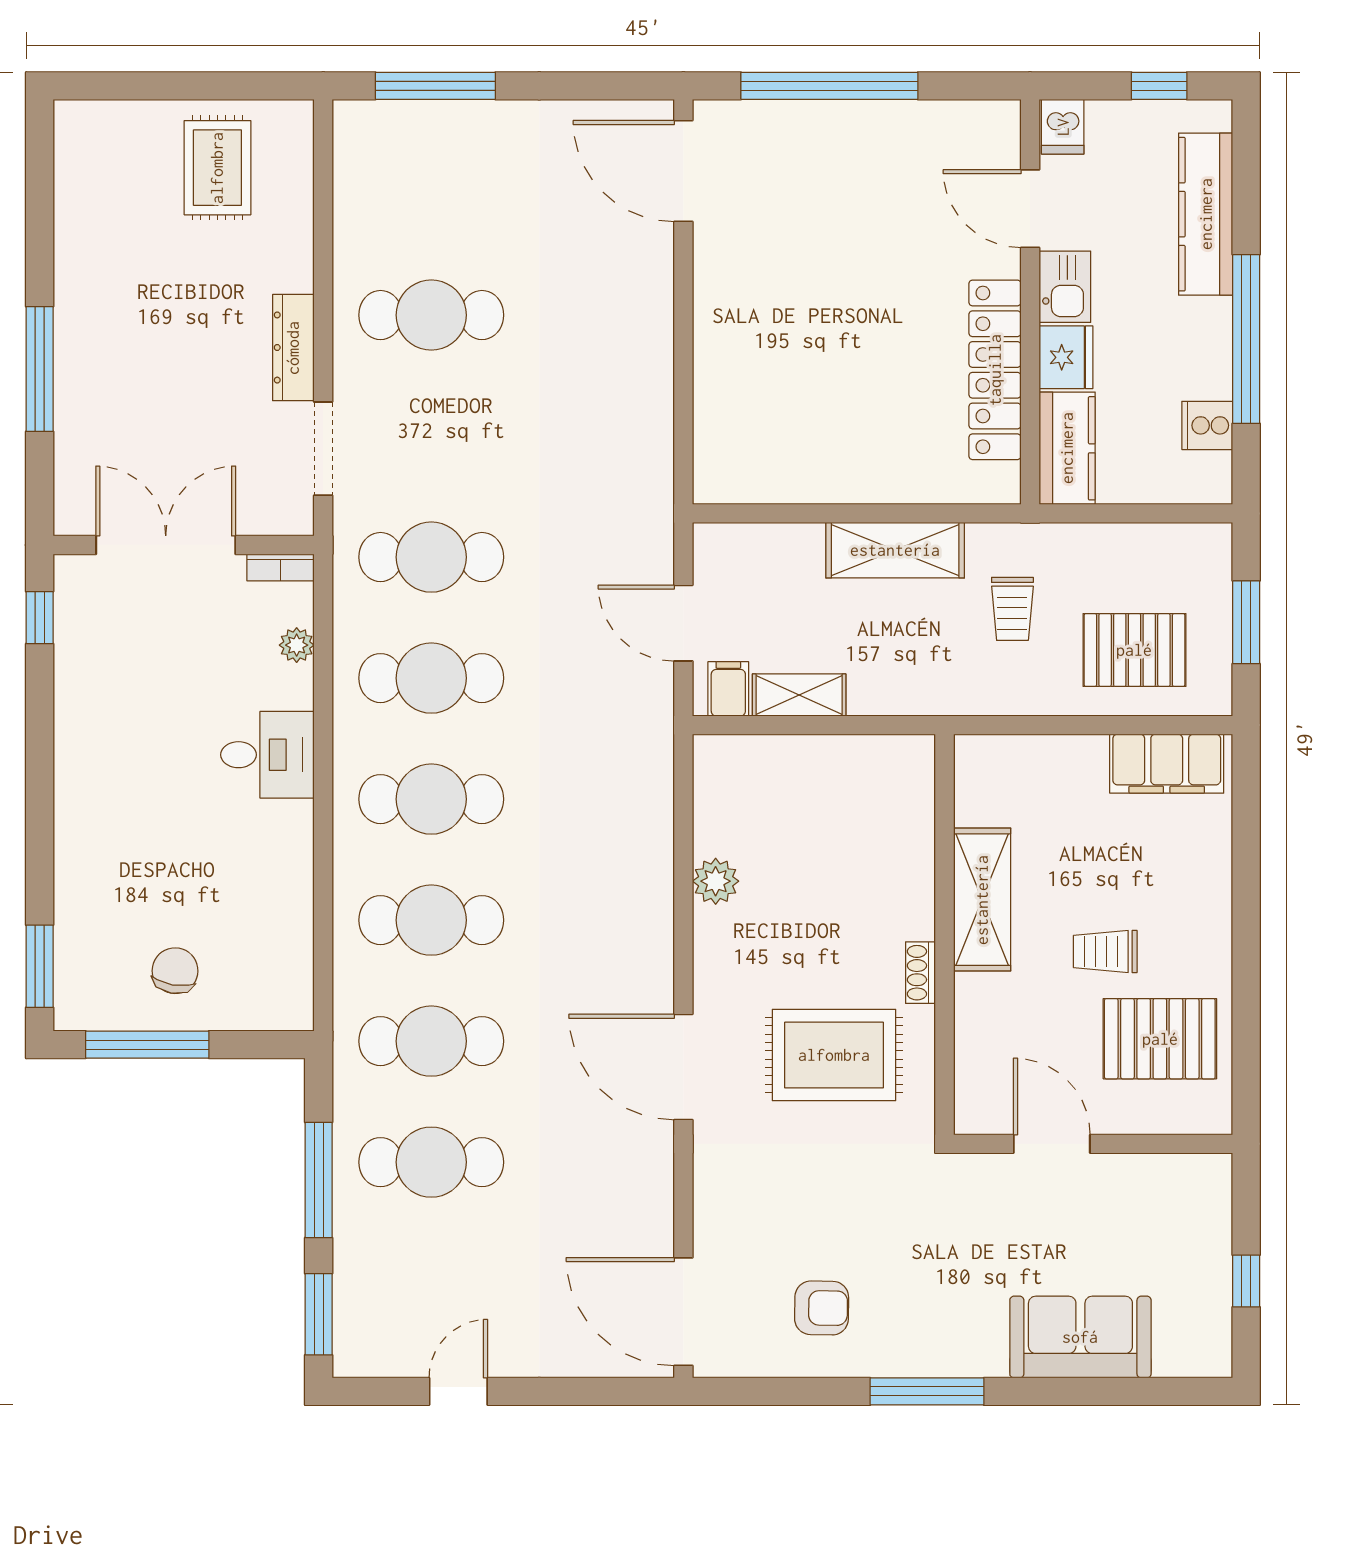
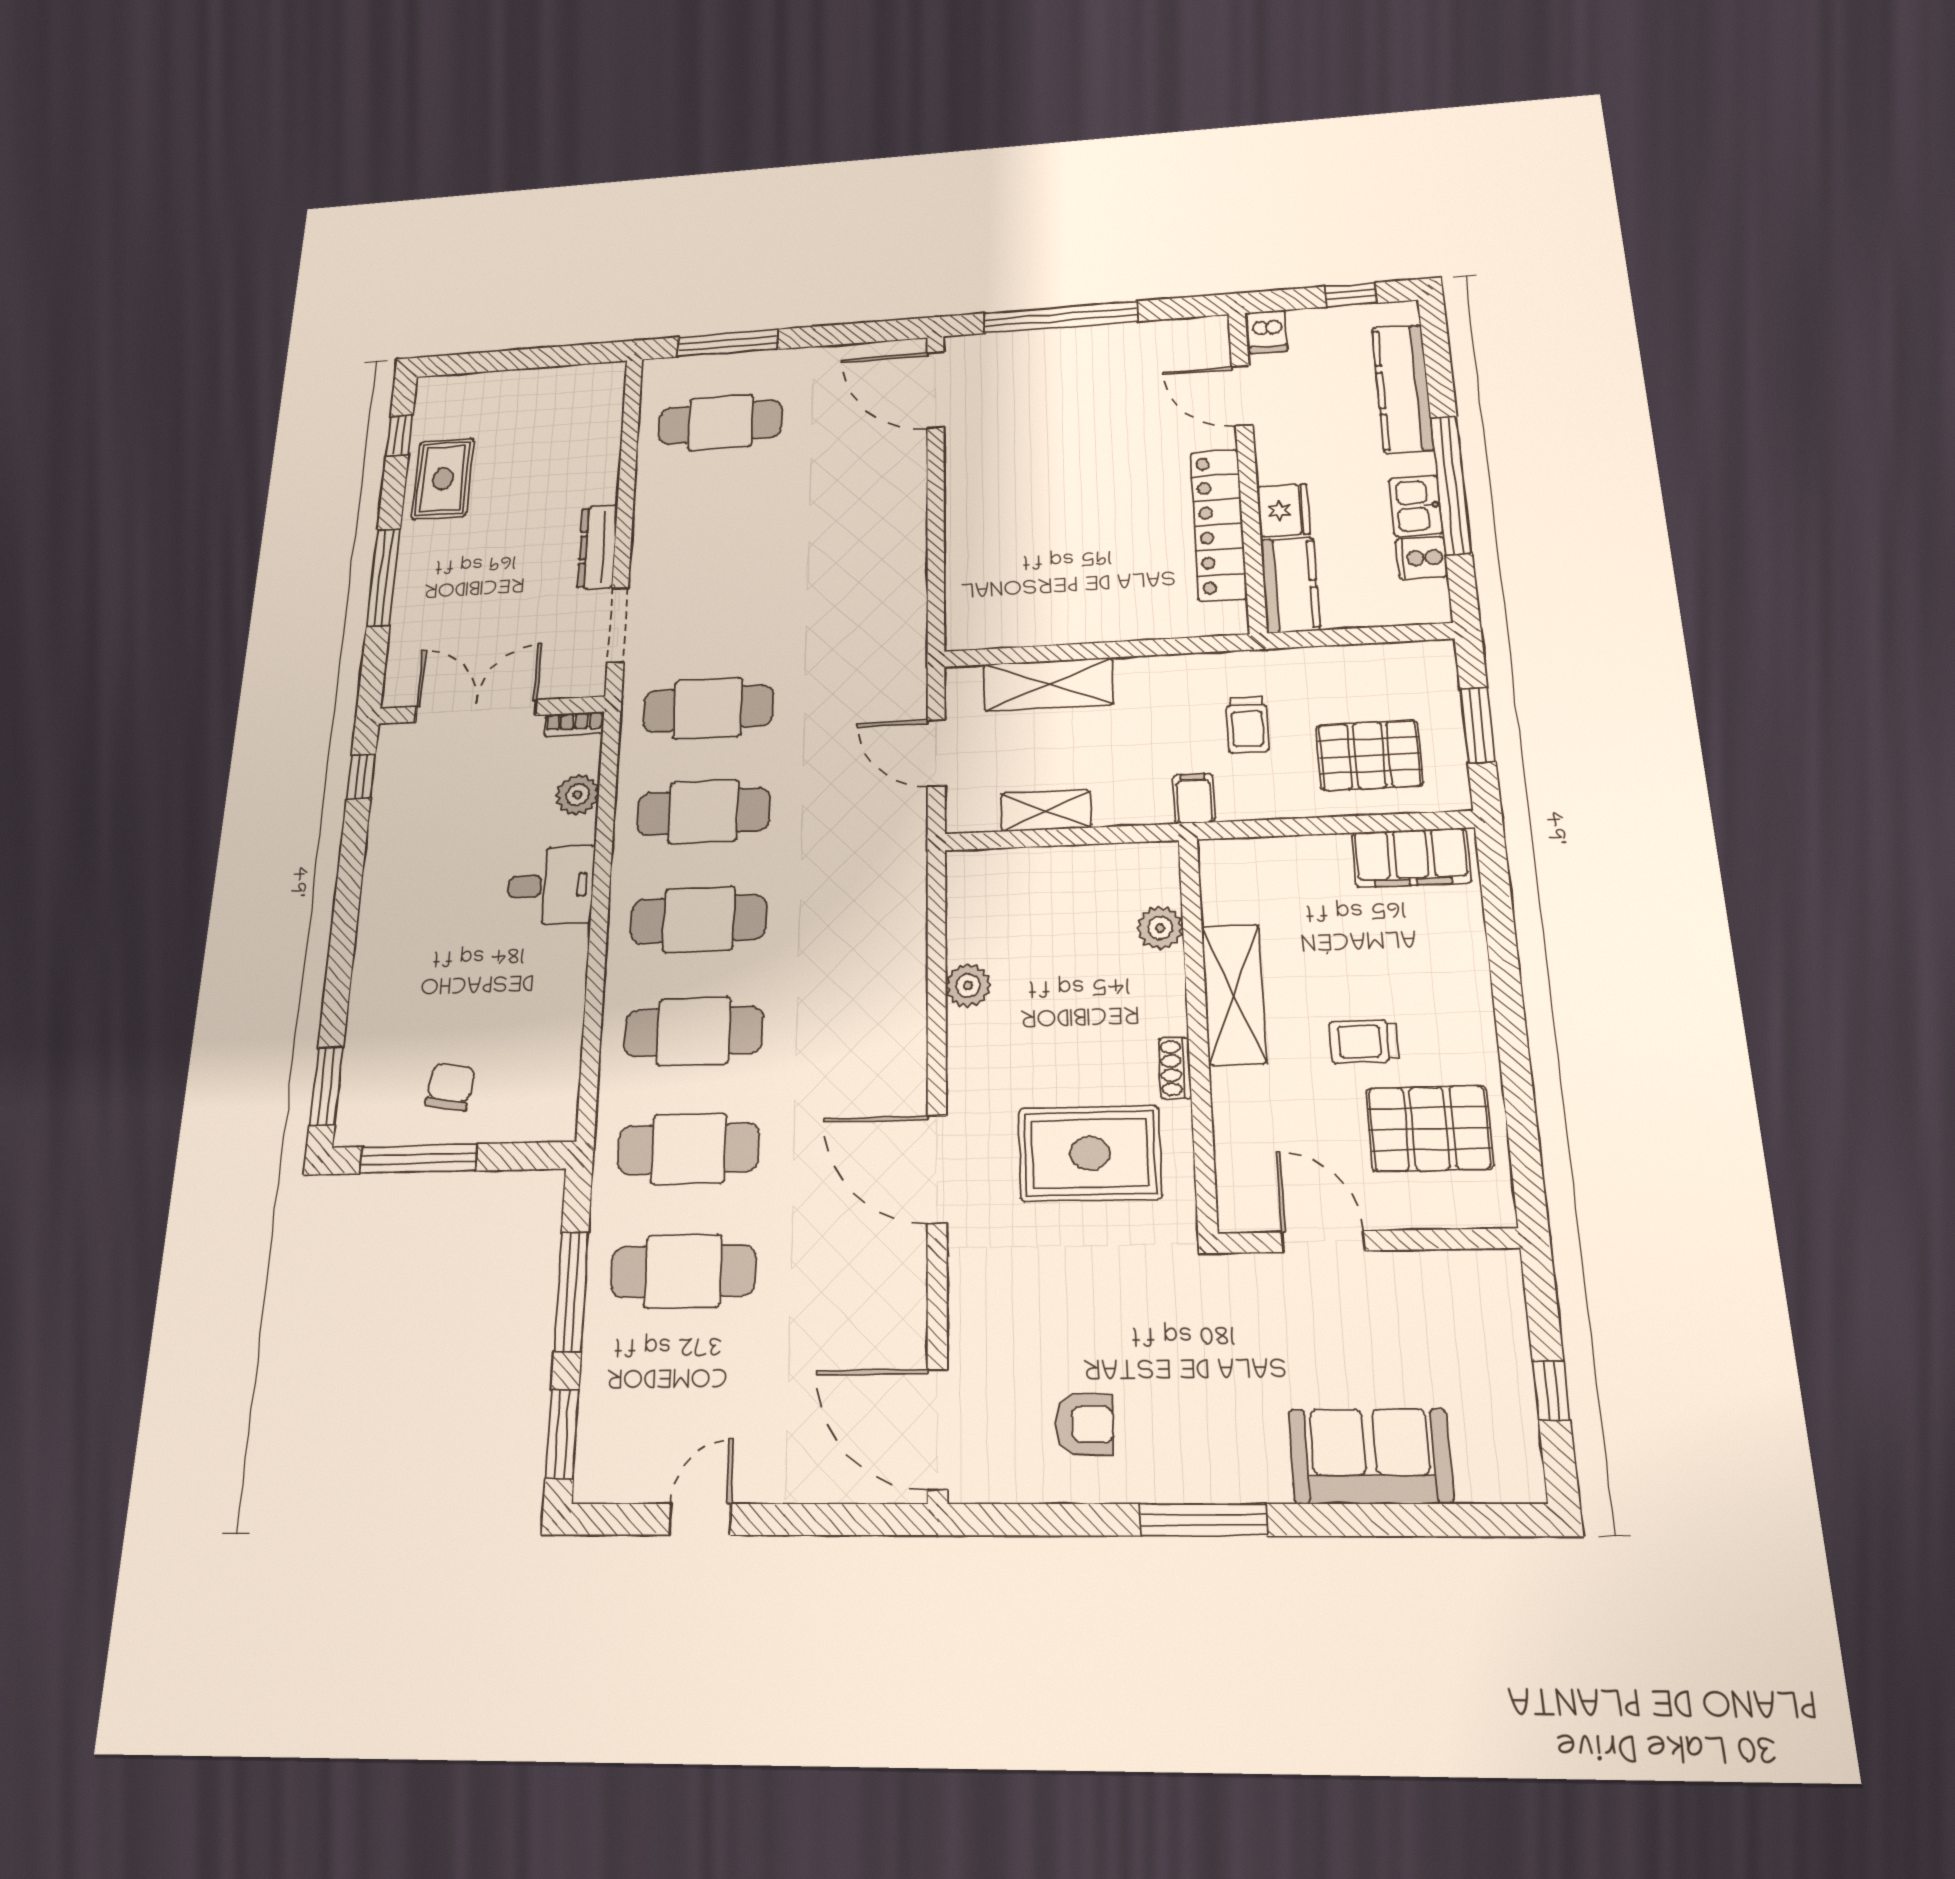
rug: (217, 168) -> (443, 479), moved
window: (40, 180) -> (399, 435), added
kitchen sink: (1065, 287) -> (1416, 506), moved, turned 180
cafe table: (431, 315) -> (720, 422), moved
shelving: (895, 550) -> (1048, 684), moved
plant: (297, 645) -> (578, 795), width x1.38, depth x1.38
filing cabinet: (728, 689) -> (1194, 799), moved
plant: (912, 828) -> (1160, 928), added

